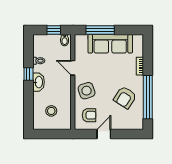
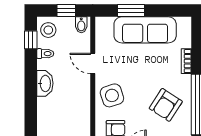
window: (100, 30) -> (131, 11), width x0.69
window: (28, 74) -> (31, 40), moved
stool: (51, 111) -> (48, 30), moved

